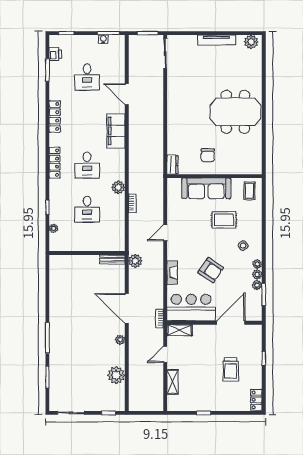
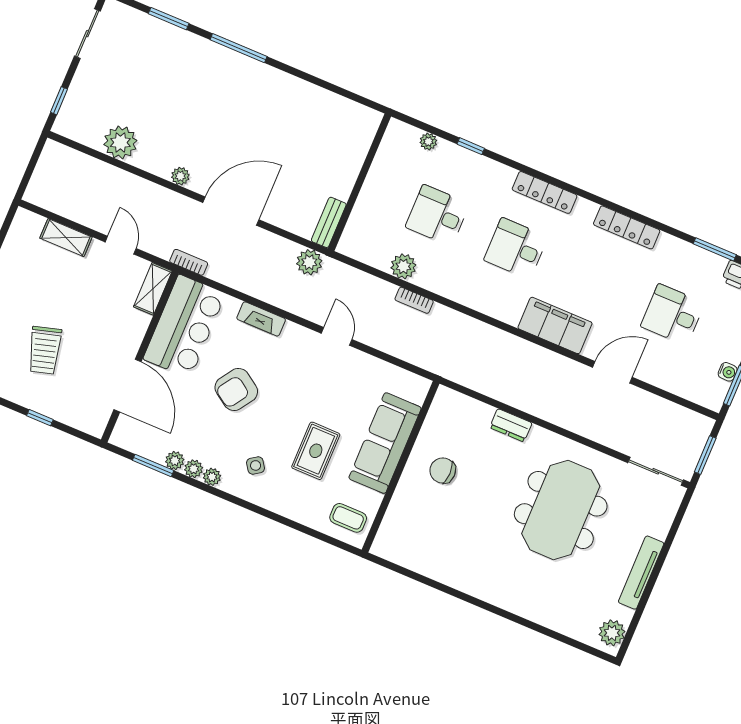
meeting table: (235, 112) -> (561, 510), moved
dresser: (172, 165) -> (511, 425), moved
plant: (118, 187) -> (403, 266), moved
trolley: (231, 369) -> (45, 350), turned -106

